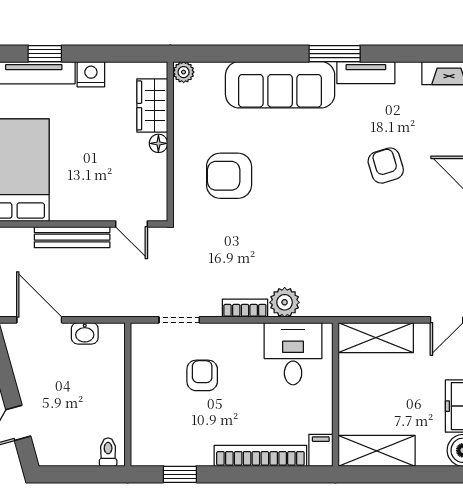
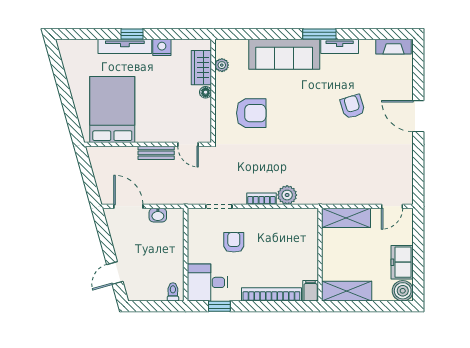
plant: (184, 72) -> (222, 65), moved
armchair: (229, 176) -> (251, 113), turned 180
bench: (72, 237) -> (156, 153), width x0.73
desk: (293, 354) -> (207, 282), moved, turned -90

